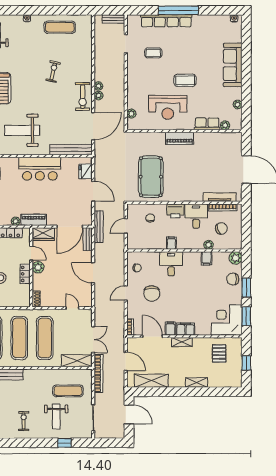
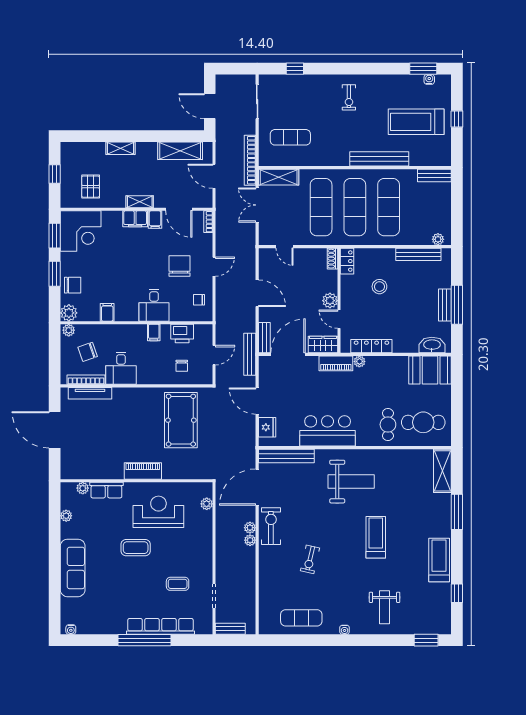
printer: (175, 211) -> (182, 333), moved, turned 180
plant: (208, 245) -> (69, 330), moved
locker: (25, 274) -> (347, 261), moved
weight bench: (56, 417) -> (306, 103), removed

